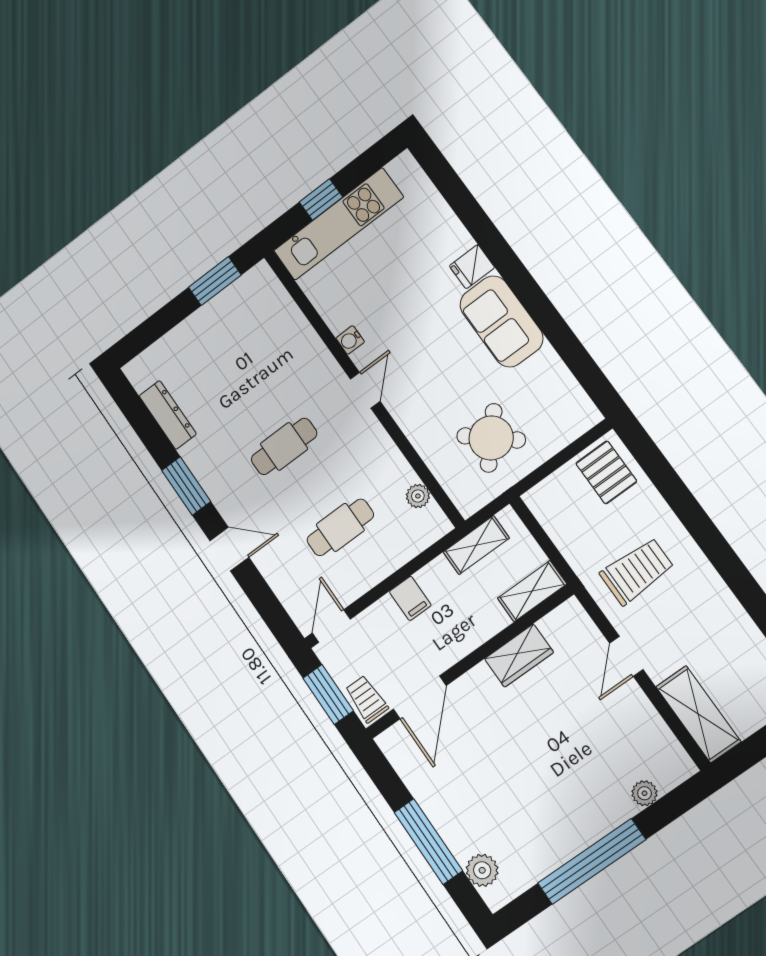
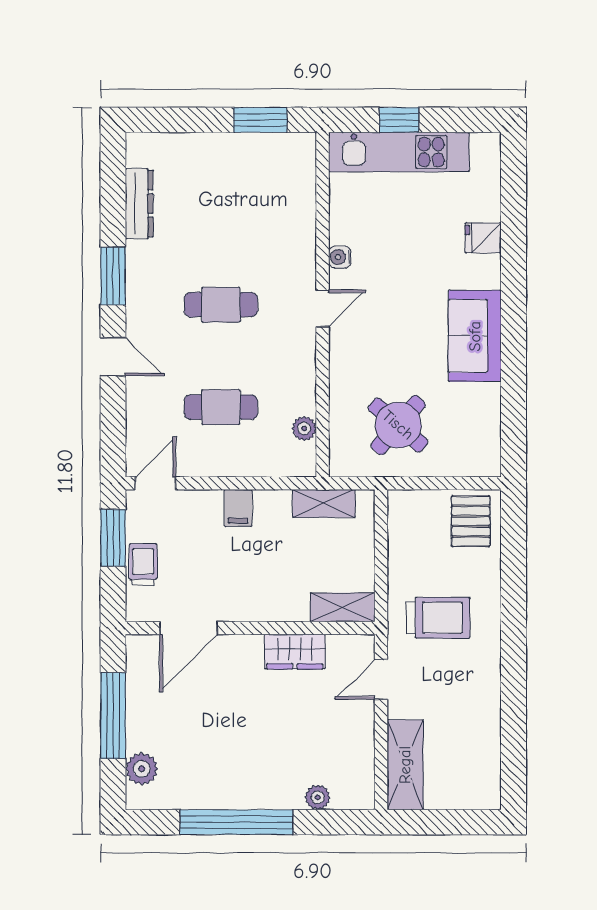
fridge: (472, 267) -> (483, 238), moved
shelving: (532, 591) -> (343, 607), moved
wardrobe: (519, 656) -> (295, 652), moved
wall: (469, 662) -> (250, 628), moved
door: (420, 697) -> (189, 628), moved

